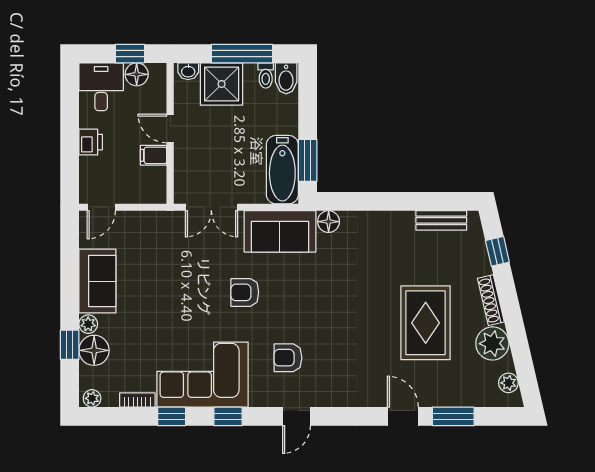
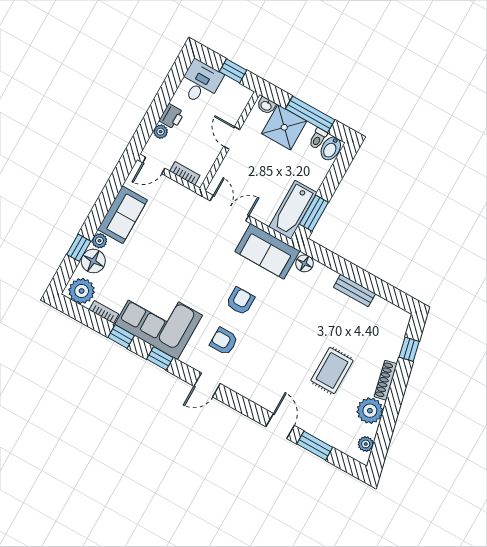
floor lamp: (137, 74) -> (230, 88), removed
filing cabinet: (154, 155) -> (210, 150), removed
plant: (88, 166) -> (161, 132), added
bookcase: (141, 197) -> (185, 173), added
double door: (211, 207) -> (230, 208), swing flipped
bench: (441, 220) -> (354, 290), moved
armchair: (245, 292) -> (240, 301), moved, turned 90
rug: (426, 323) -> (332, 371), width x0.73, depth x0.70
plant: (92, 398) -> (82, 291), width x1.88, depth x1.88

